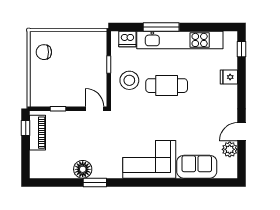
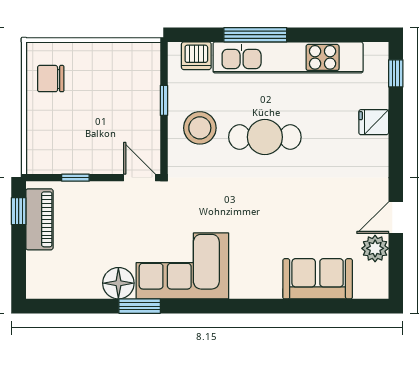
corner sofa: (149, 159) -> (182, 266), moved

